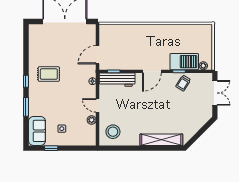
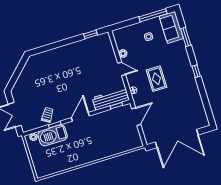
rug: (49, 74) -> (156, 79), moved, turned 90
window: (26, 107) -> (186, 37), moved
stool: (113, 132) -> (100, 49), removed
shelving: (161, 140) -> (52, 55), removed
window: (51, 148) -> (153, 15), width x2.17
window: (117, 148) -> (91, 34), added

